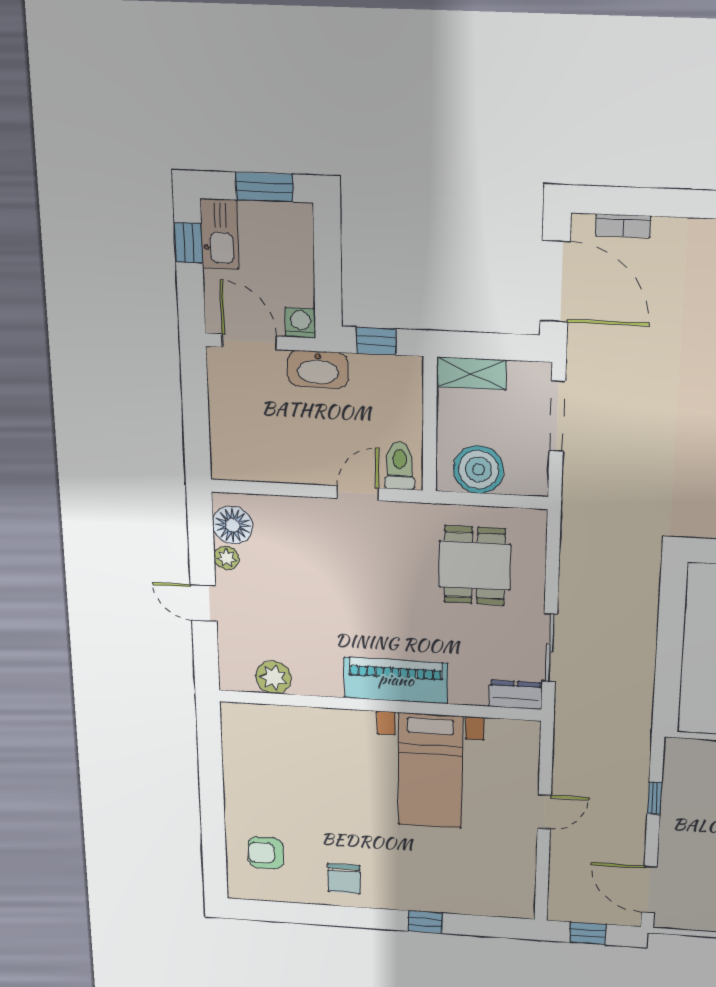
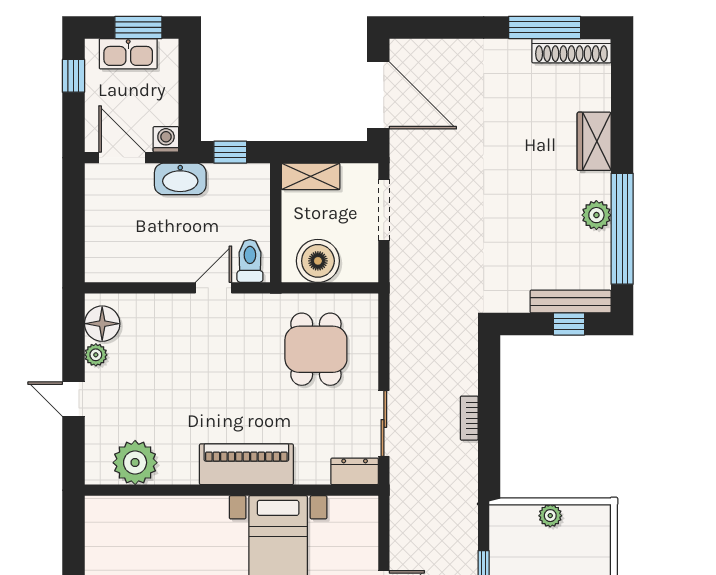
bookcase: (623, 226) -> (469, 418), moved, turned 90
kitchen sink: (219, 234) -> (128, 54), moved, turned 90
plant: (274, 677) -> (135, 463), width x1.36, depth x1.36

